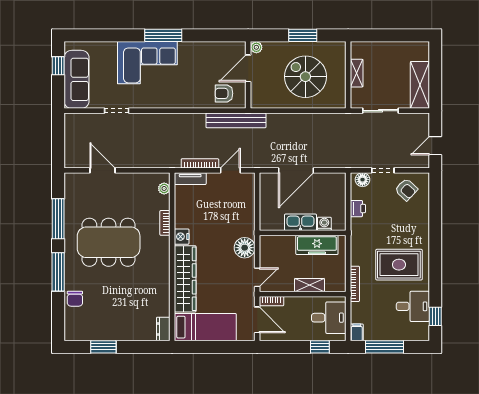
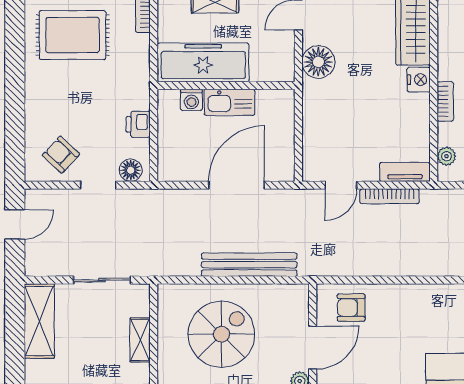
spiral stairs: (305, 77) -> (221, 334), turned -90
armchair: (224, 93) -> (351, 308), turned 180
bench: (236, 120) -> (249, 265), moved
freezer: (317, 245) -> (203, 62), width x1.36, depth x1.26

